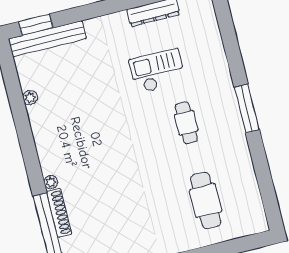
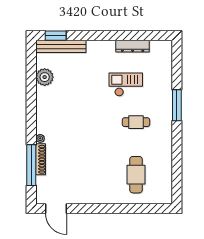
plant: (30, 98) -> (45, 77), width x1.87, depth x1.87
window: (247, 108) -> (177, 105), moved
cafe table: (186, 123) -> (136, 122), turned 90

